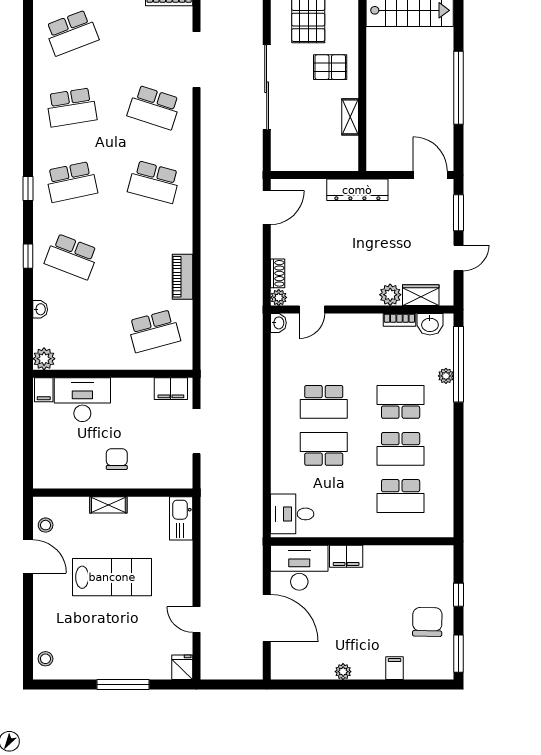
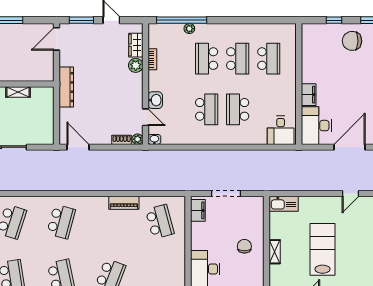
washbasin: (430, 324) -> (155, 100), moved
chair: (117, 459) -> (244, 246), turned 90

